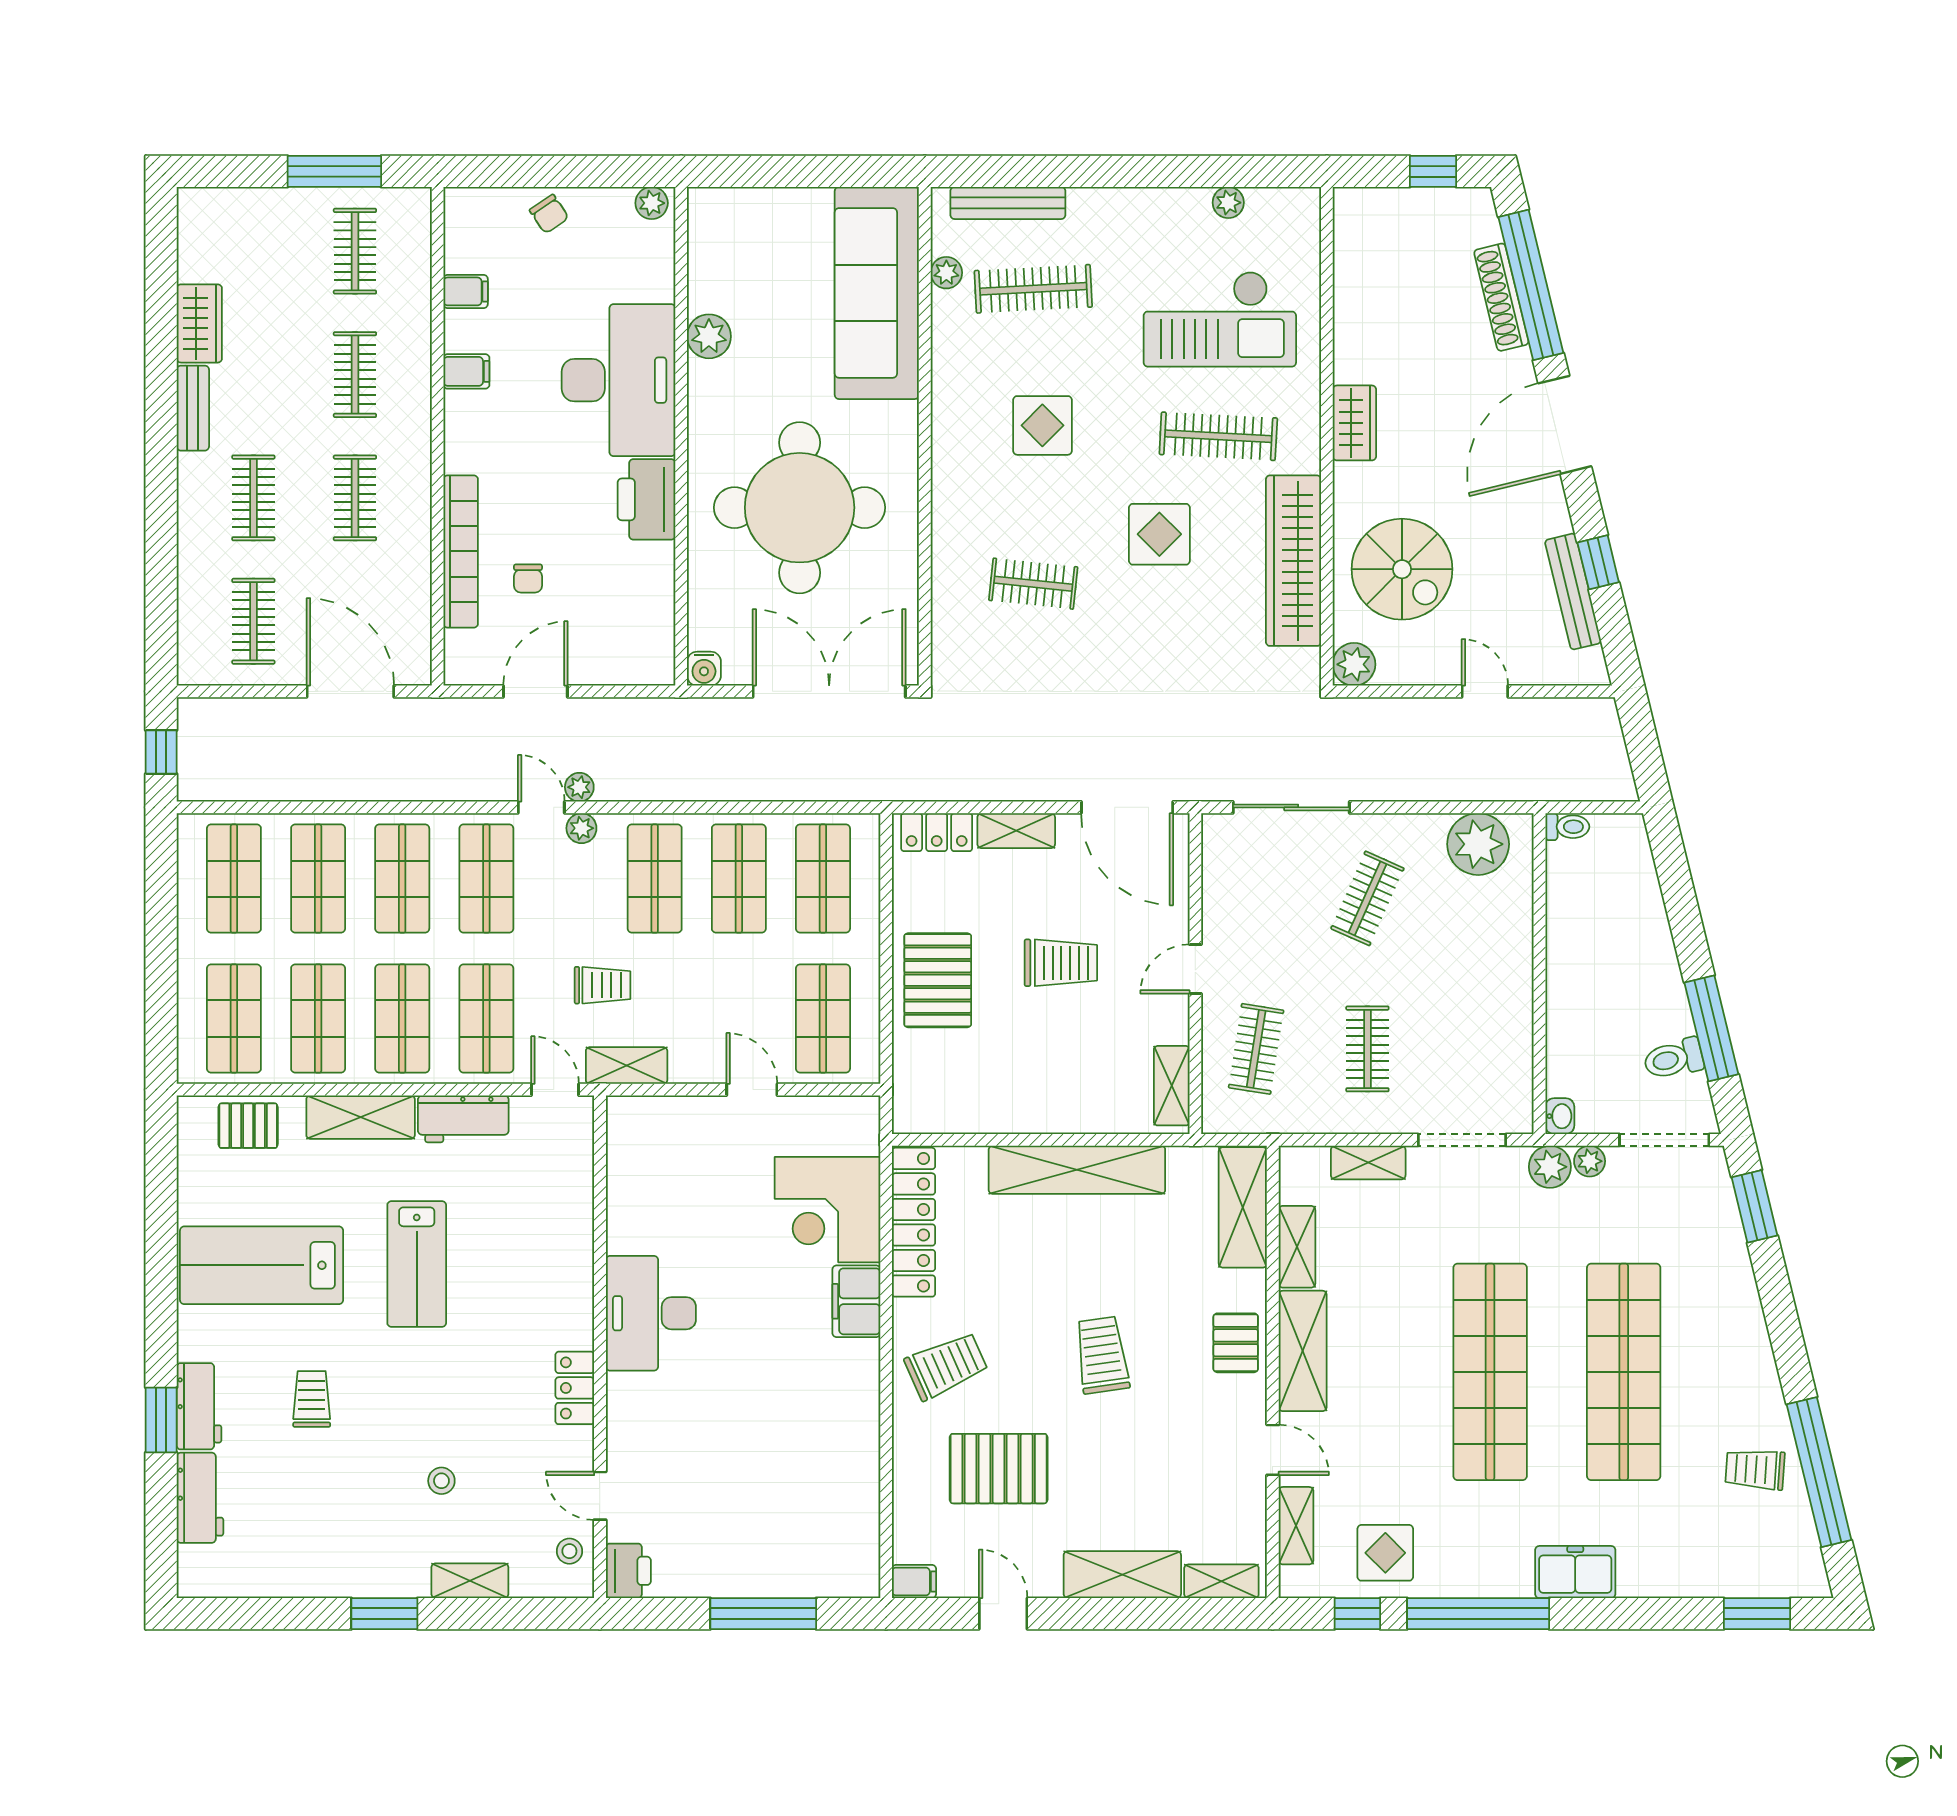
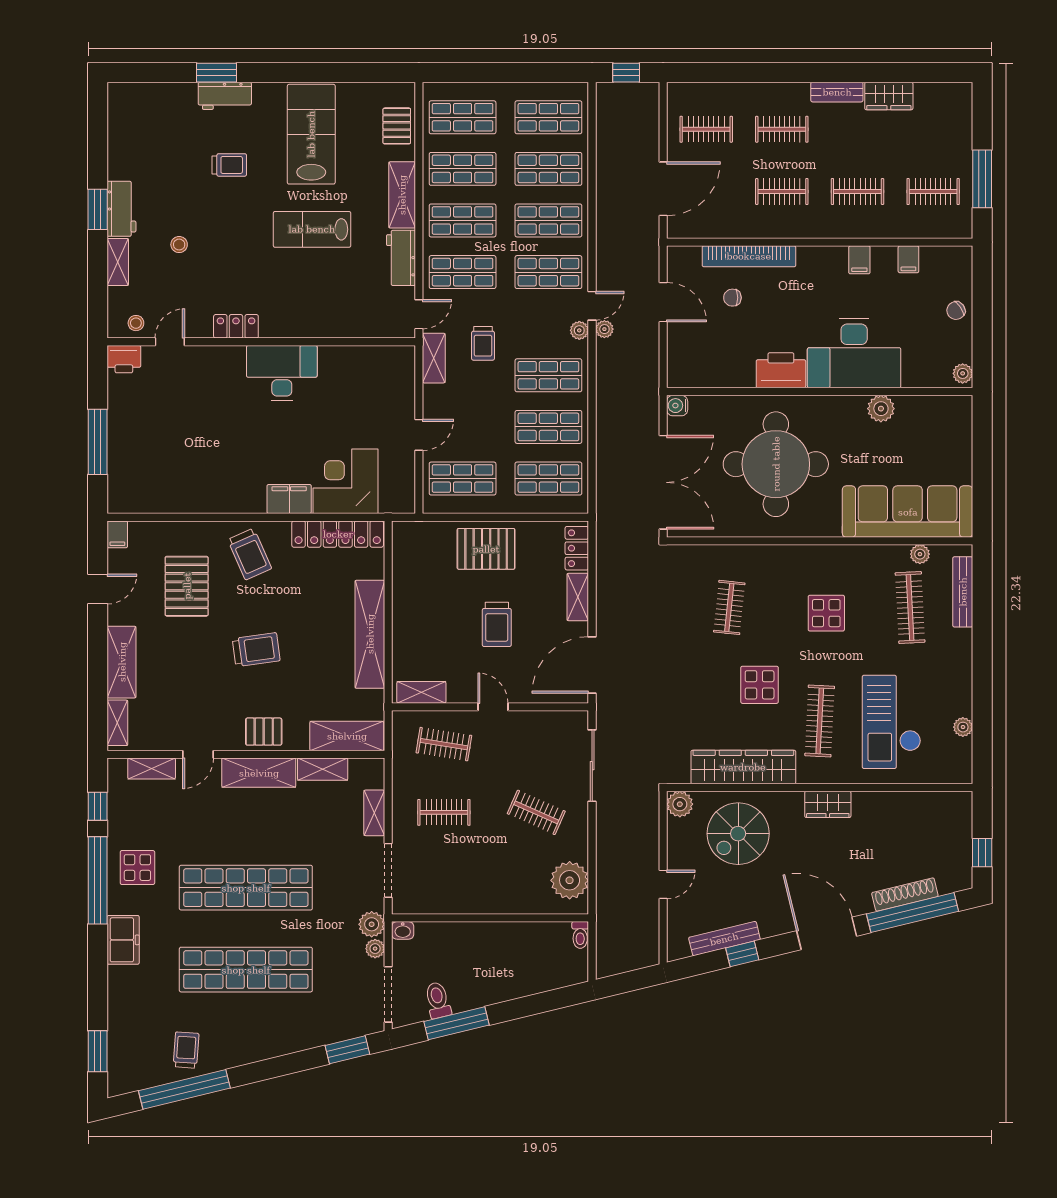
workbench: (200, 1498) -> (121, 209), moved, turned -90
display table: (1385, 1553) -> (137, 868), moved

